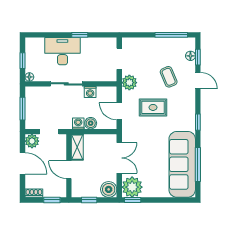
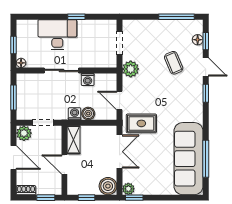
rug: (153, 107) -> (141, 123), moved
window: (198, 122) -> (206, 93), moved
plant: (132, 187) -> (128, 189), width x0.53, depth x0.53

